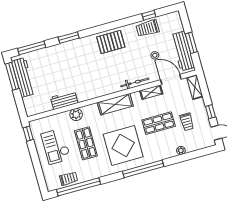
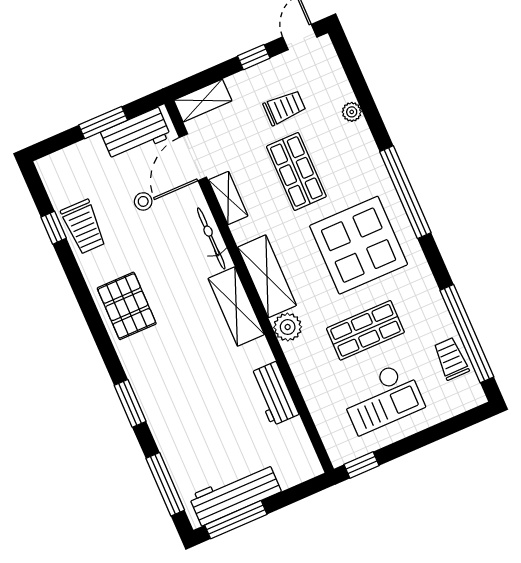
workbench: (183, 51) -> (136, 134), width x0.73
shelving: (104, 89) -> (236, 306), added
plant: (76, 115) -> (288, 327), moved

